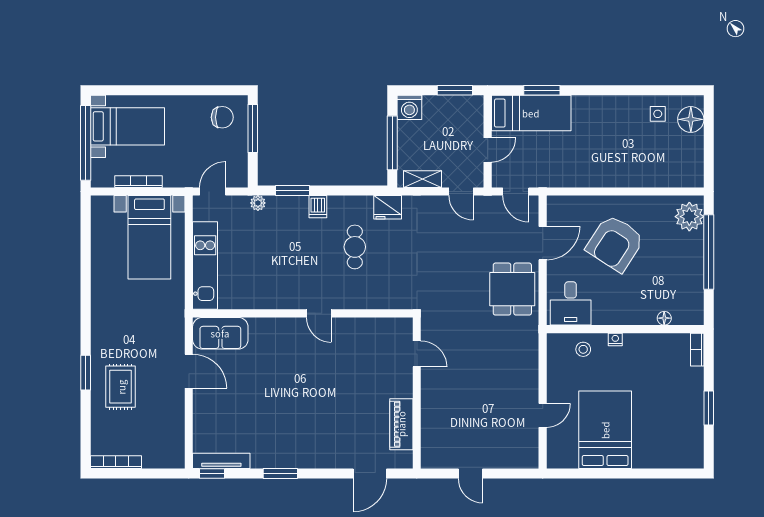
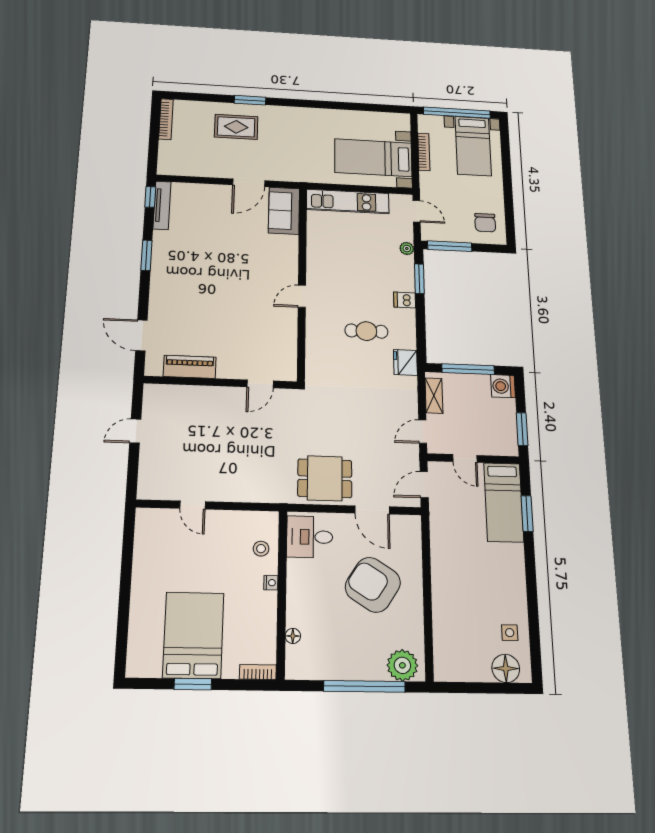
window: (253, 128) -> (450, 246), moved
bed: (605, 430) -> (193, 635), moved, turned -90

